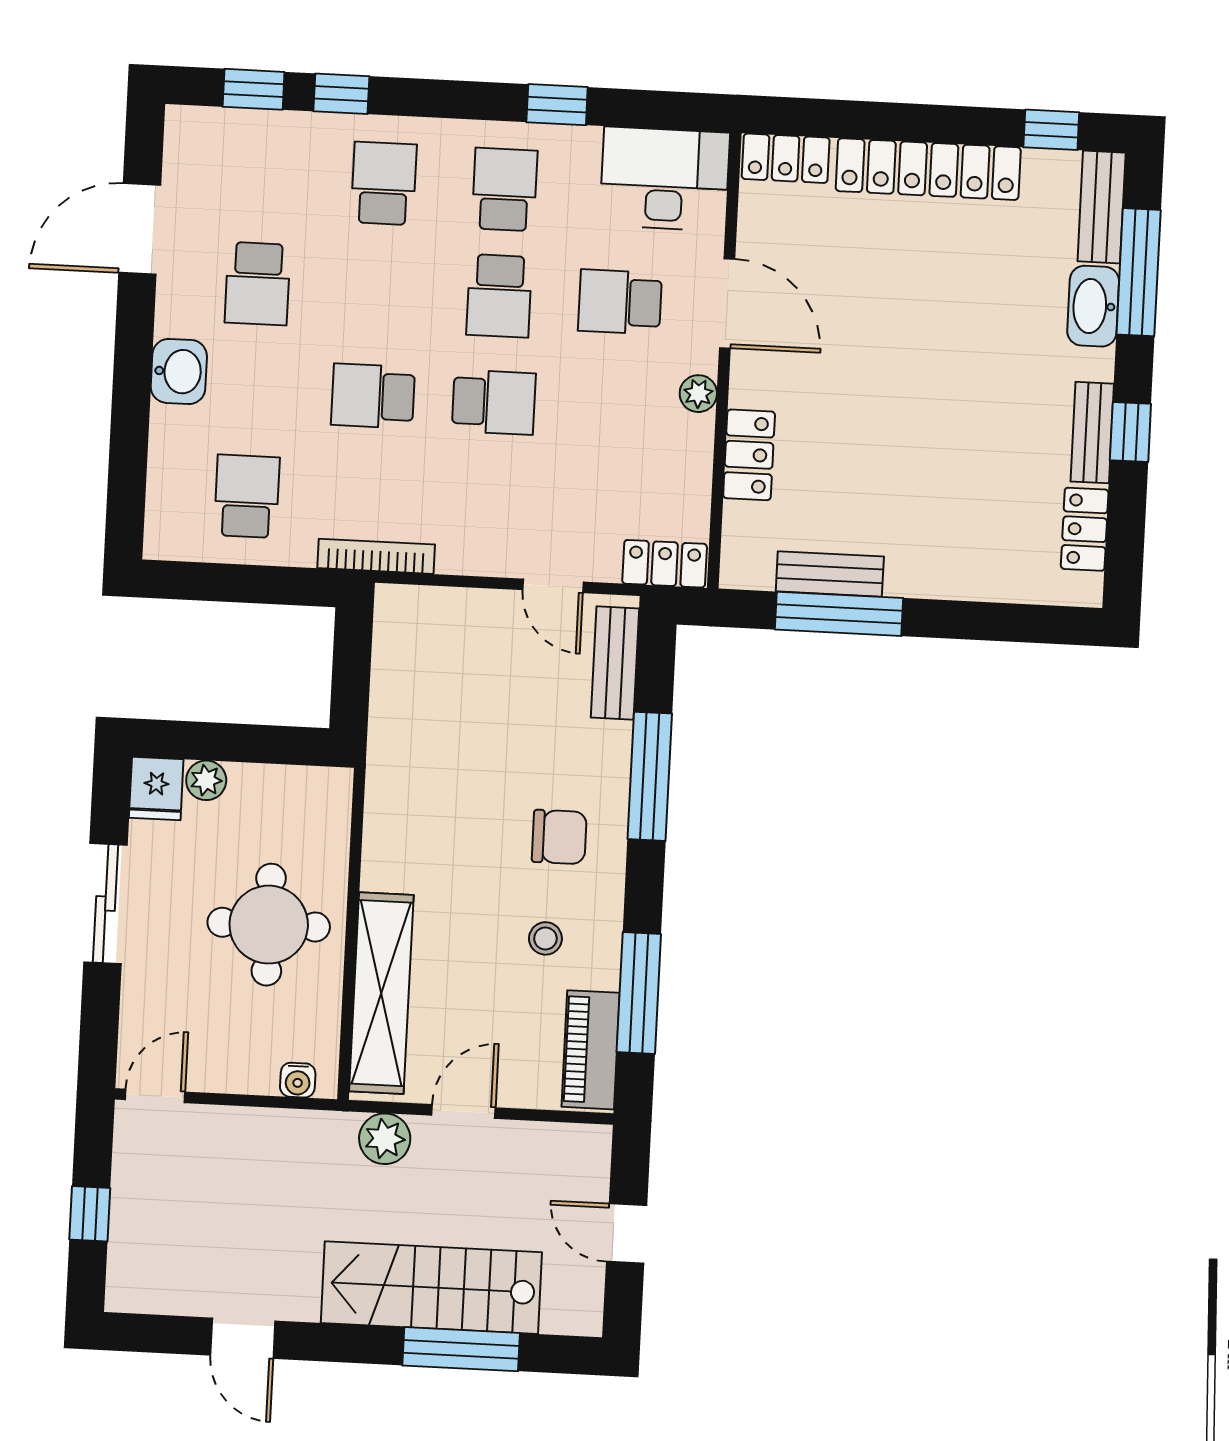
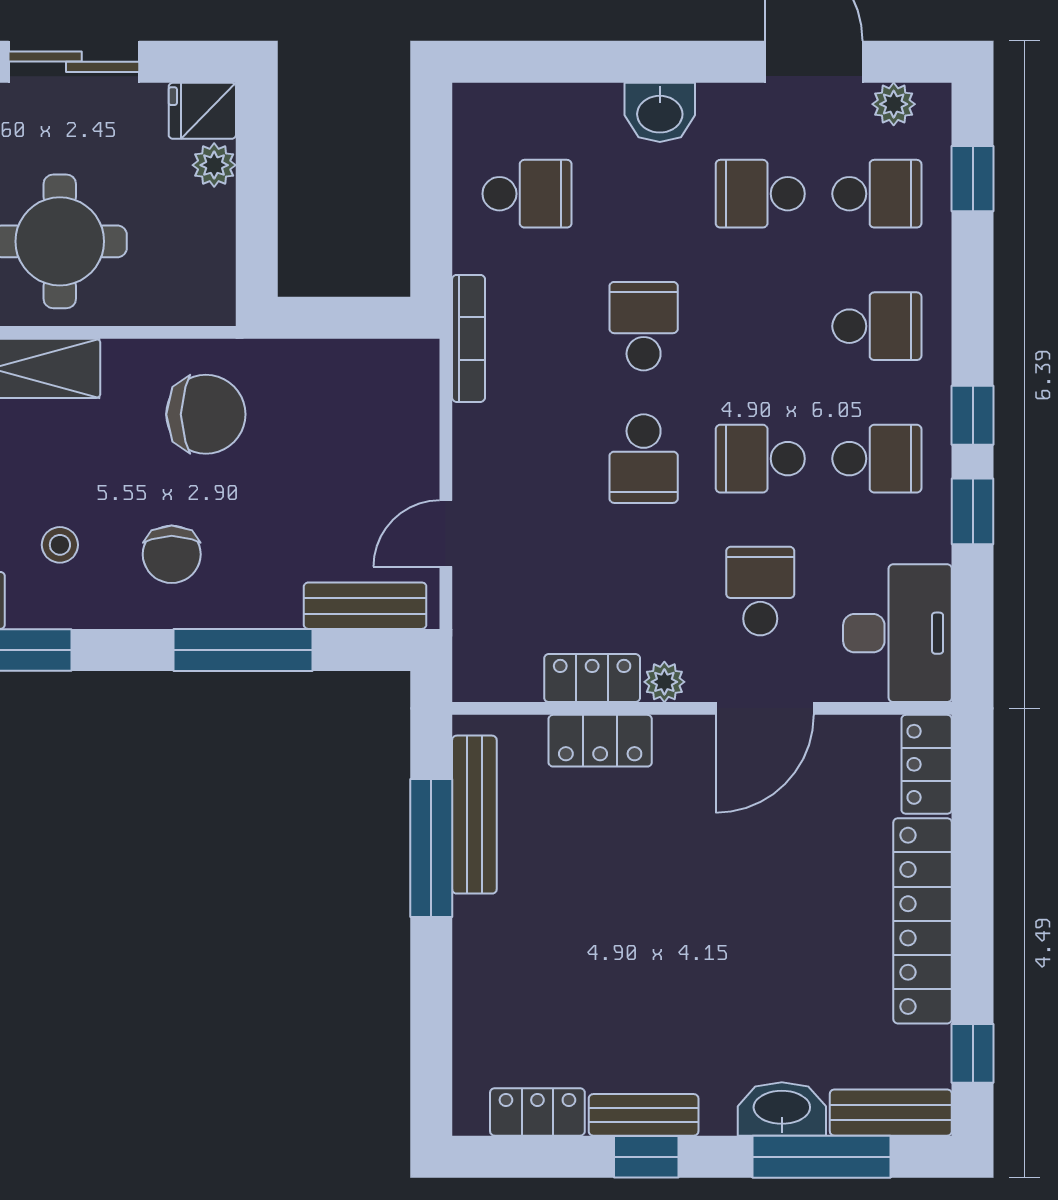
window: (341, 94) -> (973, 415), moved
plant: (182, 158) -> (894, 104), added
school desk: (263, 177) -> (877, 194), added
locker: (665, 564) -> (592, 678), moved, turned -90
bench: (830, 574) -> (474, 815), width x1.36
chair: (433, 799) -> (206, 414), added

